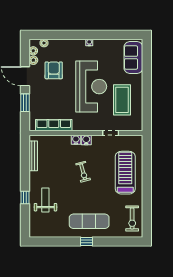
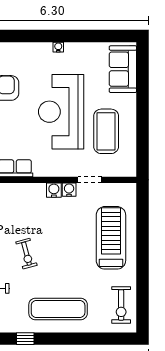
reception desk: (91, 87) -> (61, 112), turned 180
water cooler: (76, 140) -> (69, 190), moved
exercise bike: (83, 172) -> (26, 254), moved
window: (86, 242) -> (25, 339), moved

